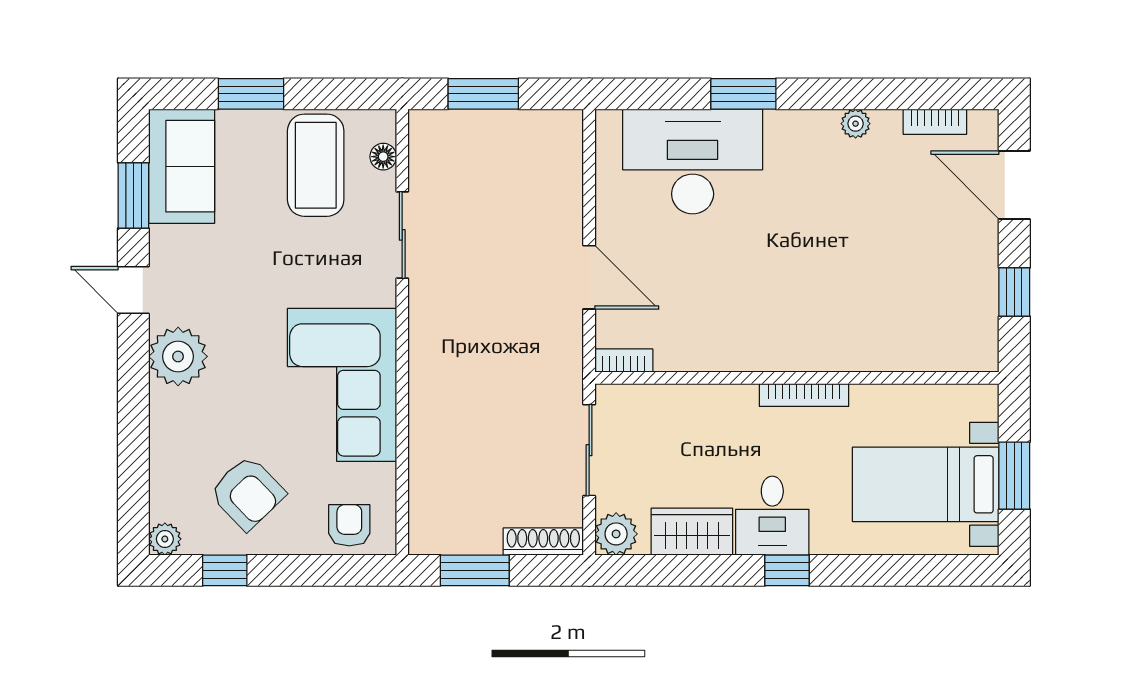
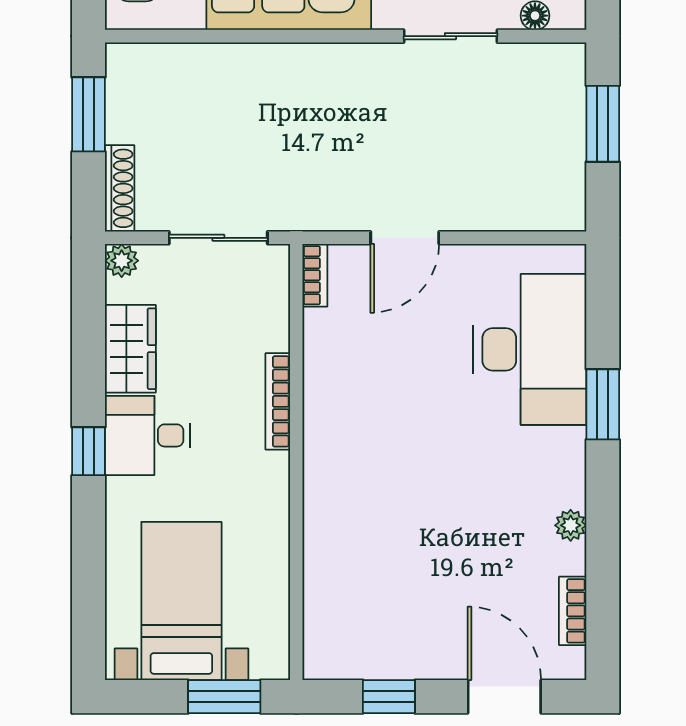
door: (1014, 185) -> (504, 697), hinge flipped
bookcase: (804, 395) -> (278, 401), moved
window: (1014, 476) -> (224, 697), moved
plant: (616, 534) -> (122, 261), width x0.73, depth x0.73

